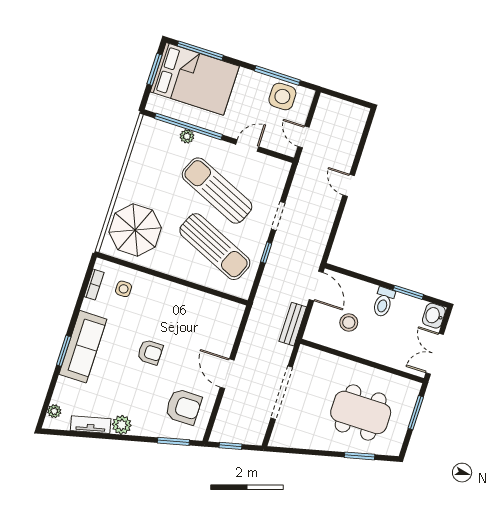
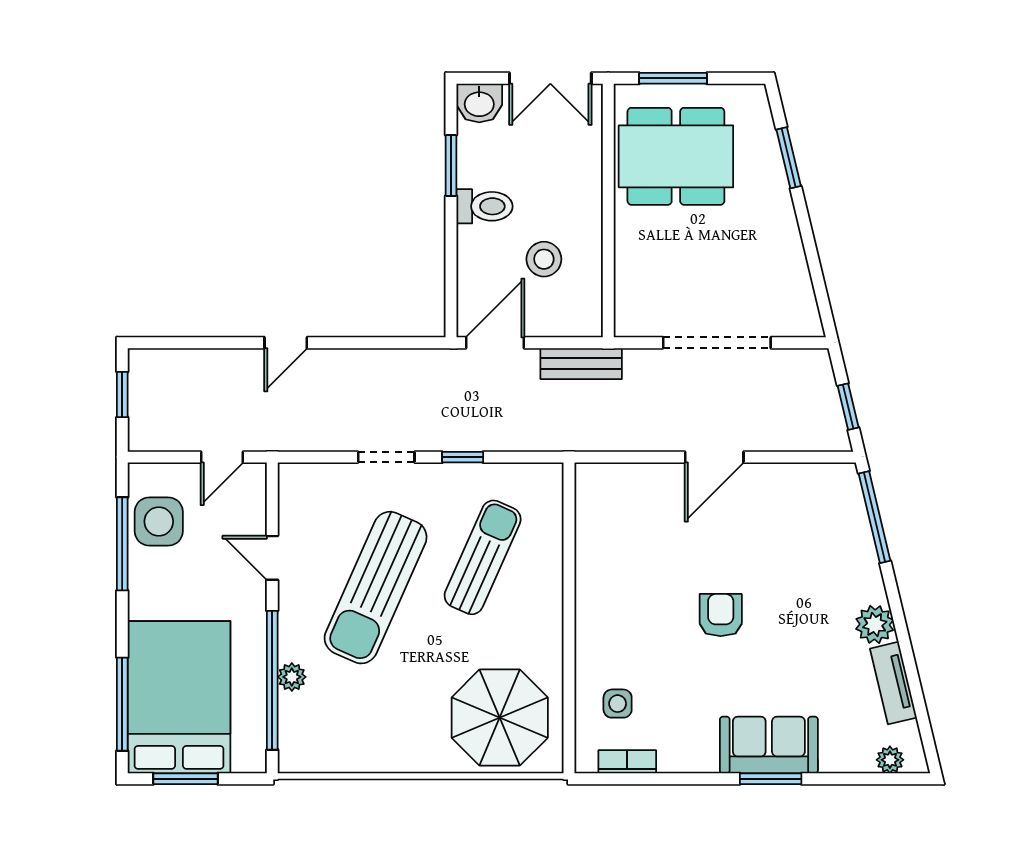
window: (349, 99) -> (122, 395), added
sun lounger: (215, 247) -> (483, 557), width x0.73, depth x0.75
sofa: (83, 347) -> (769, 745), width x0.73
armchair: (183, 407) -> (803, 519), removed
dining table: (361, 412) -> (676, 156), moved, turned 90
window: (173, 441) -> (874, 517), width x1.44

